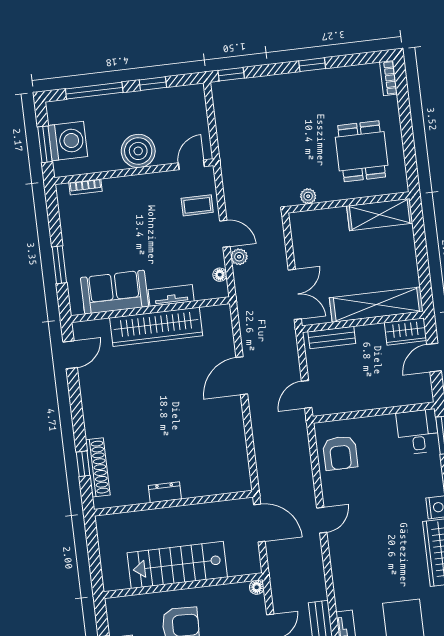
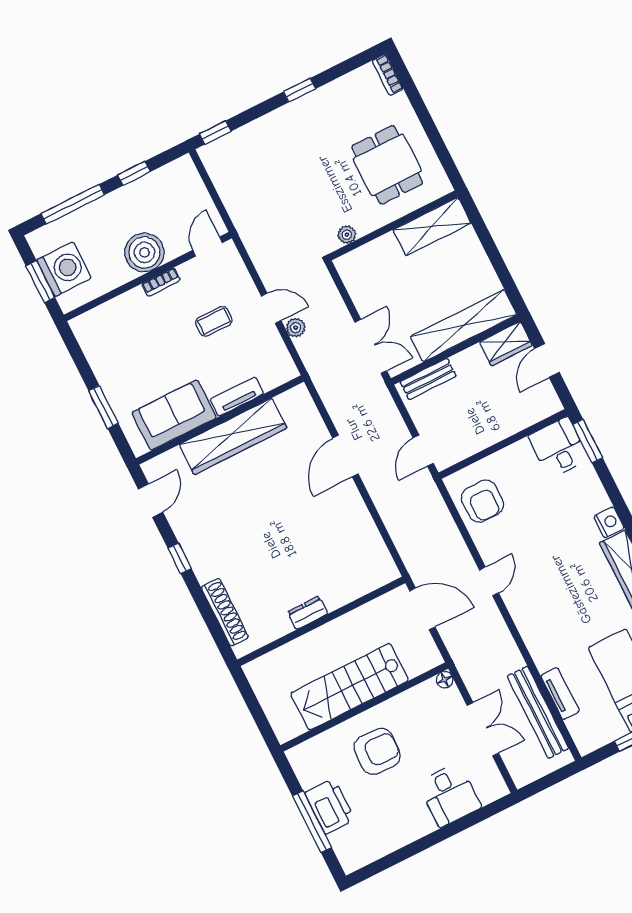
bookcase: (86, 187) -> (161, 282), moved
coffee table: (197, 205) -> (214, 321), moved
floor lamp: (220, 275) -> (282, 355), removed
window: (83, 464) -> (180, 558), moved

